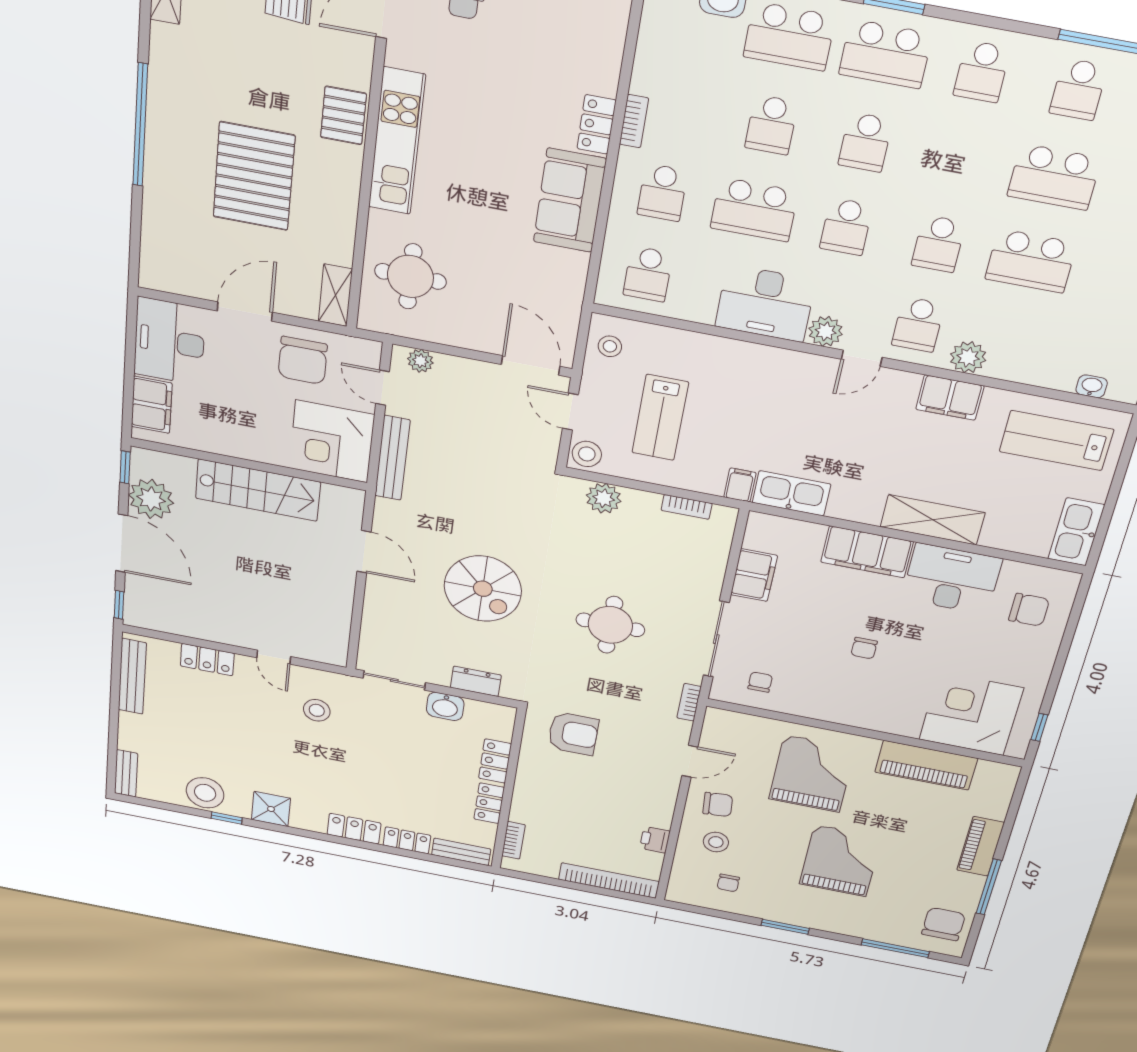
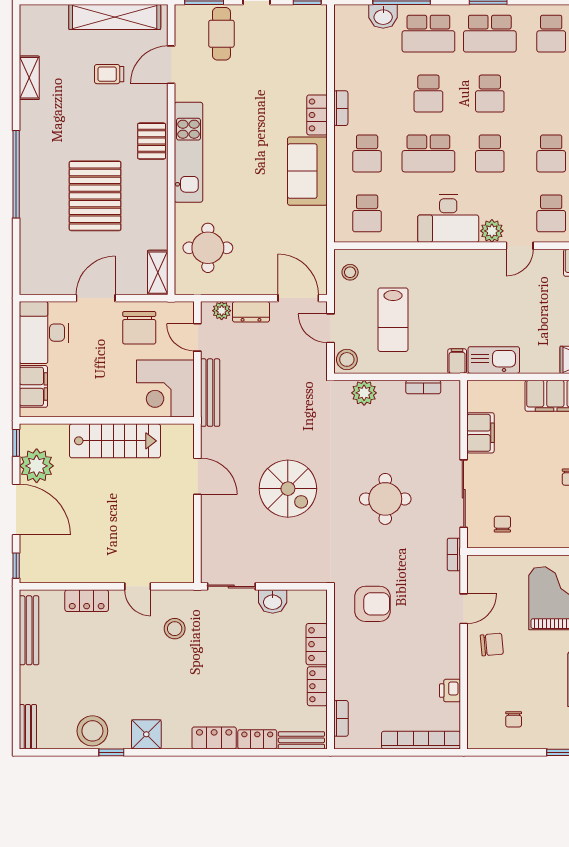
dresser: (476, 681) -> (251, 312), moved, turned 180
stool: (716, 842) -> (497, 681), removed

